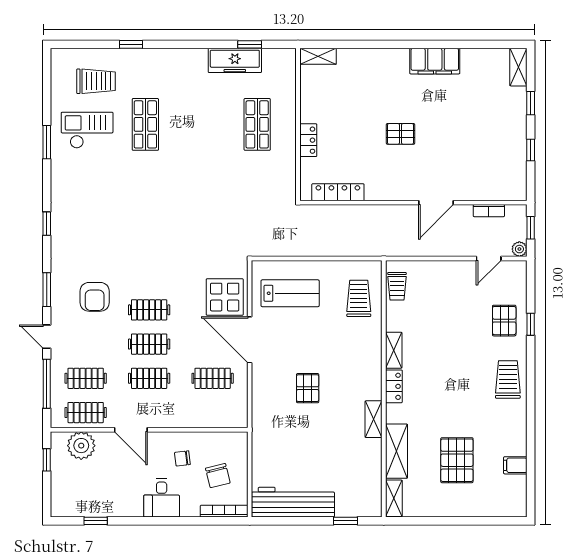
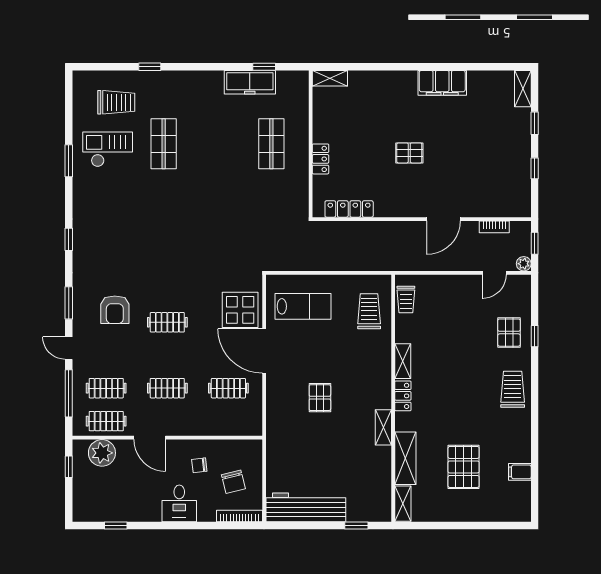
clothes rail: (149, 344) -> (167, 355), removed

